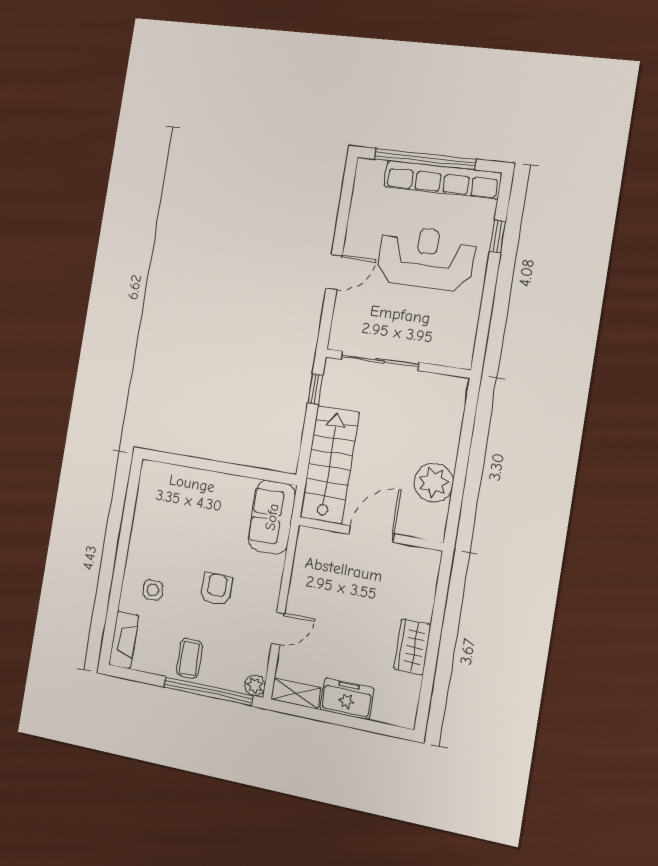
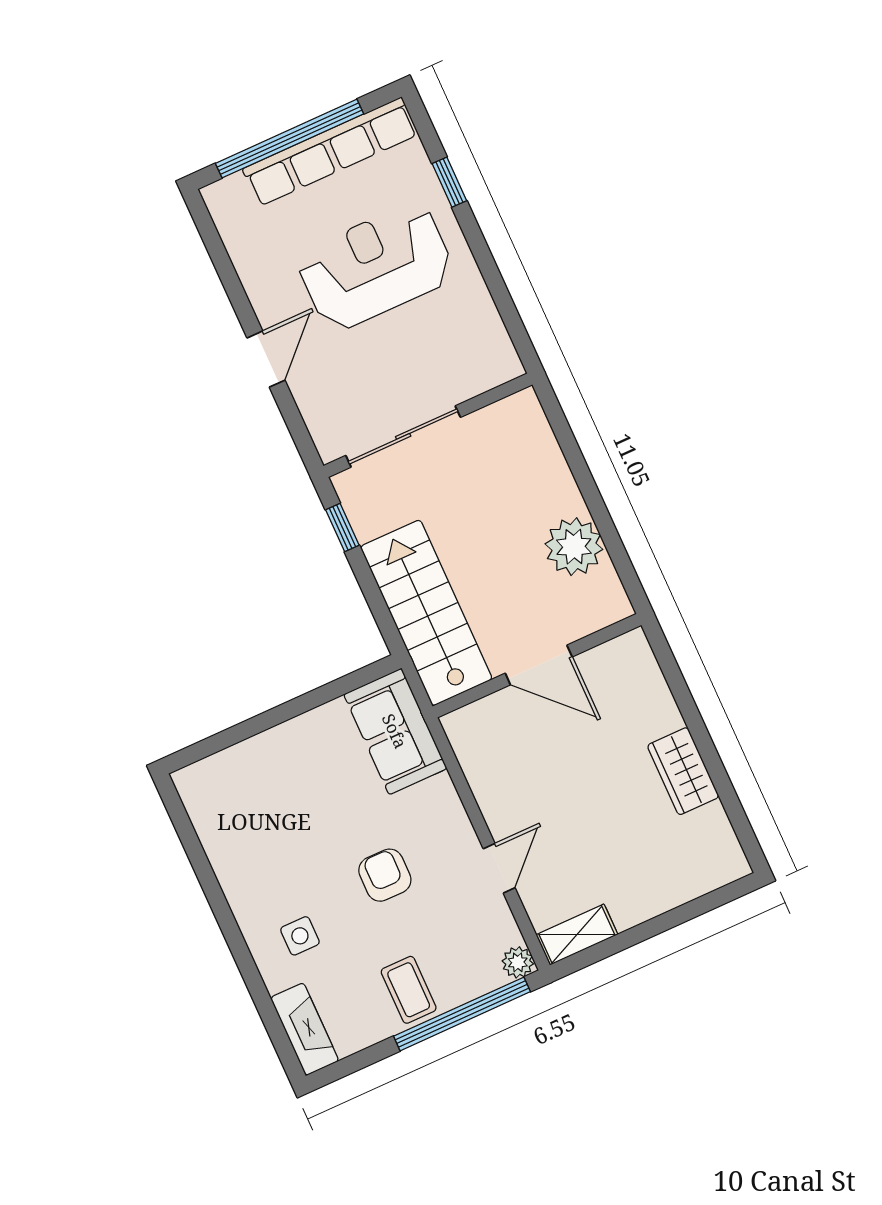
door: (371, 534) -> (539, 665), swing flipped
freezer: (347, 699) -> (645, 895), removed

